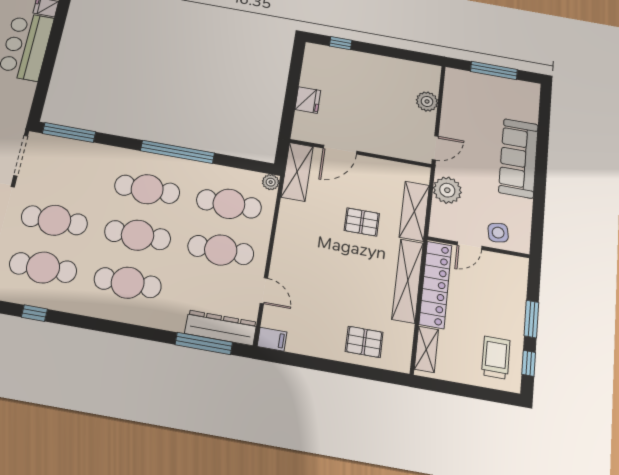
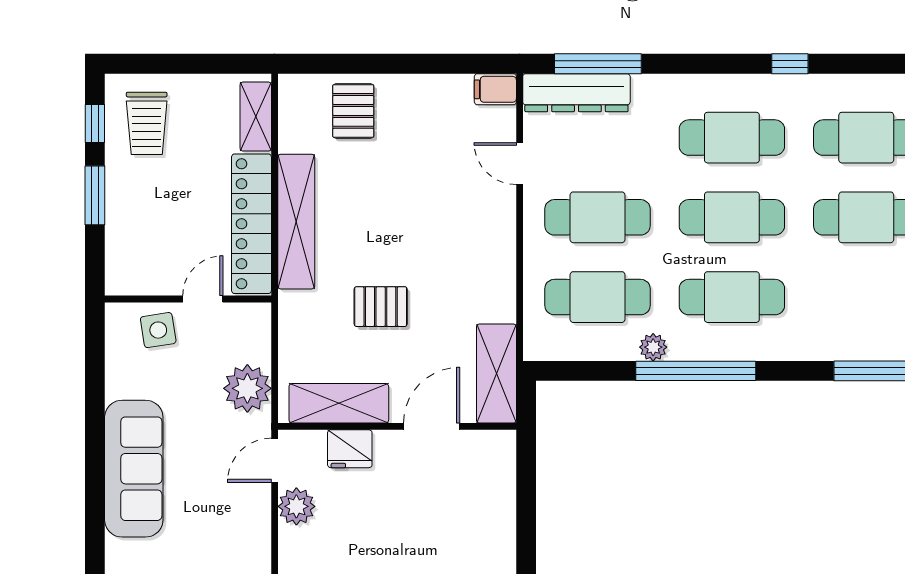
fridge: (308, 100) -> (350, 449), moved, turned -90
plant: (427, 101) -> (296, 506), moved
plant: (271, 182) -> (653, 347), moved
shelving: (414, 211) -> (339, 403), moved, turned 90
window: (34, 313) -> (790, 64), moved
pallet: (364, 342) -> (353, 111), turned 90

